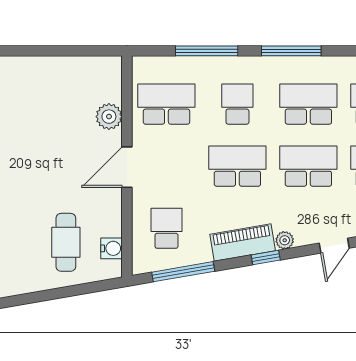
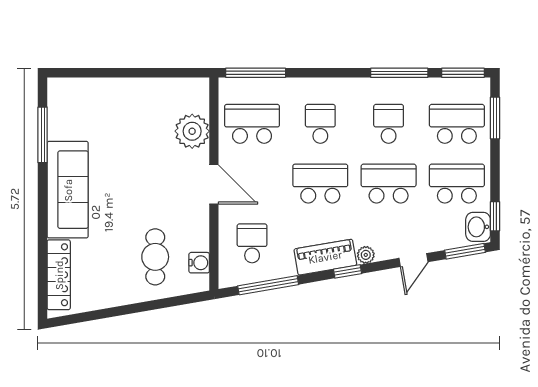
window: (207, 51) -> (256, 73), moved
window: (291, 51) -> (399, 73), moved
school desk: (308, 104) -> (389, 124), width x0.54
plant: (109, 117) -> (192, 131), width x1.36, depth x1.36
door: (127, 167) -> (214, 185), swing flipped

